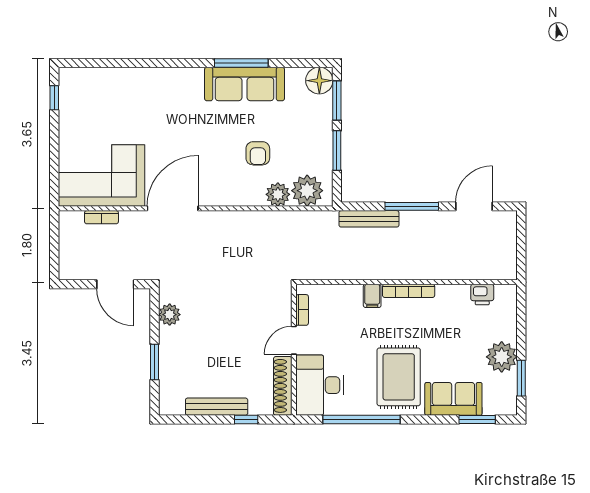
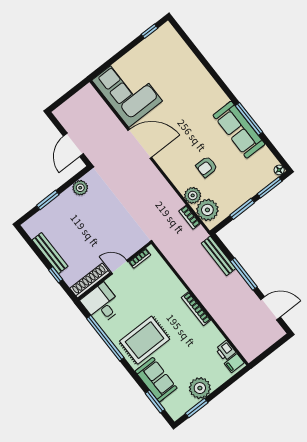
floor lamp: (319, 81) -> (279, 170), width x0.53, depth x0.53
bookcase: (101, 217) -> (190, 217), moved
filing cabinet: (372, 296) -> (234, 363), moved
desk: (320, 385) -> (102, 304), width x0.73

